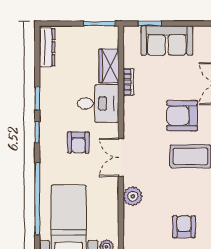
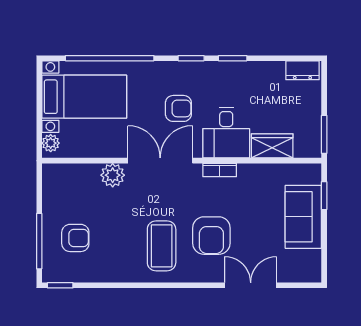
dresser: (47, 47) -> (302, 70), width x0.70
bookcase: (129, 82) -> (220, 170), moved
armchair: (182, 116) -> (211, 236), turned 180
armchair: (78, 143) -> (178, 108), turned 180
double door: (121, 157) -> (160, 161), width x1.37

